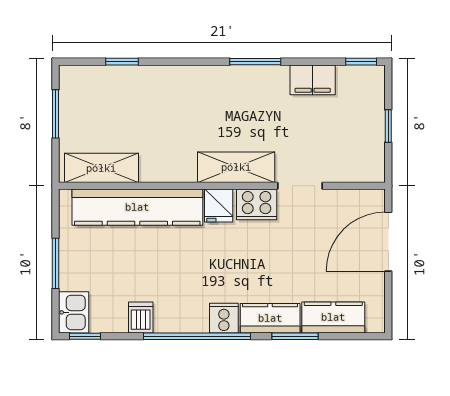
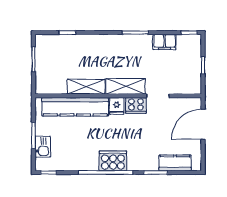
shelving: (101, 168) -> (86, 87), moved
kitchen sink: (74, 312) -> (43, 147), moved
dishwasher: (141, 317) -> (77, 163), removed
cooker: (224, 318) -> (113, 161), width x1.87, depth x1.31
kitchen counter: (270, 318) -> (143, 163), removed

